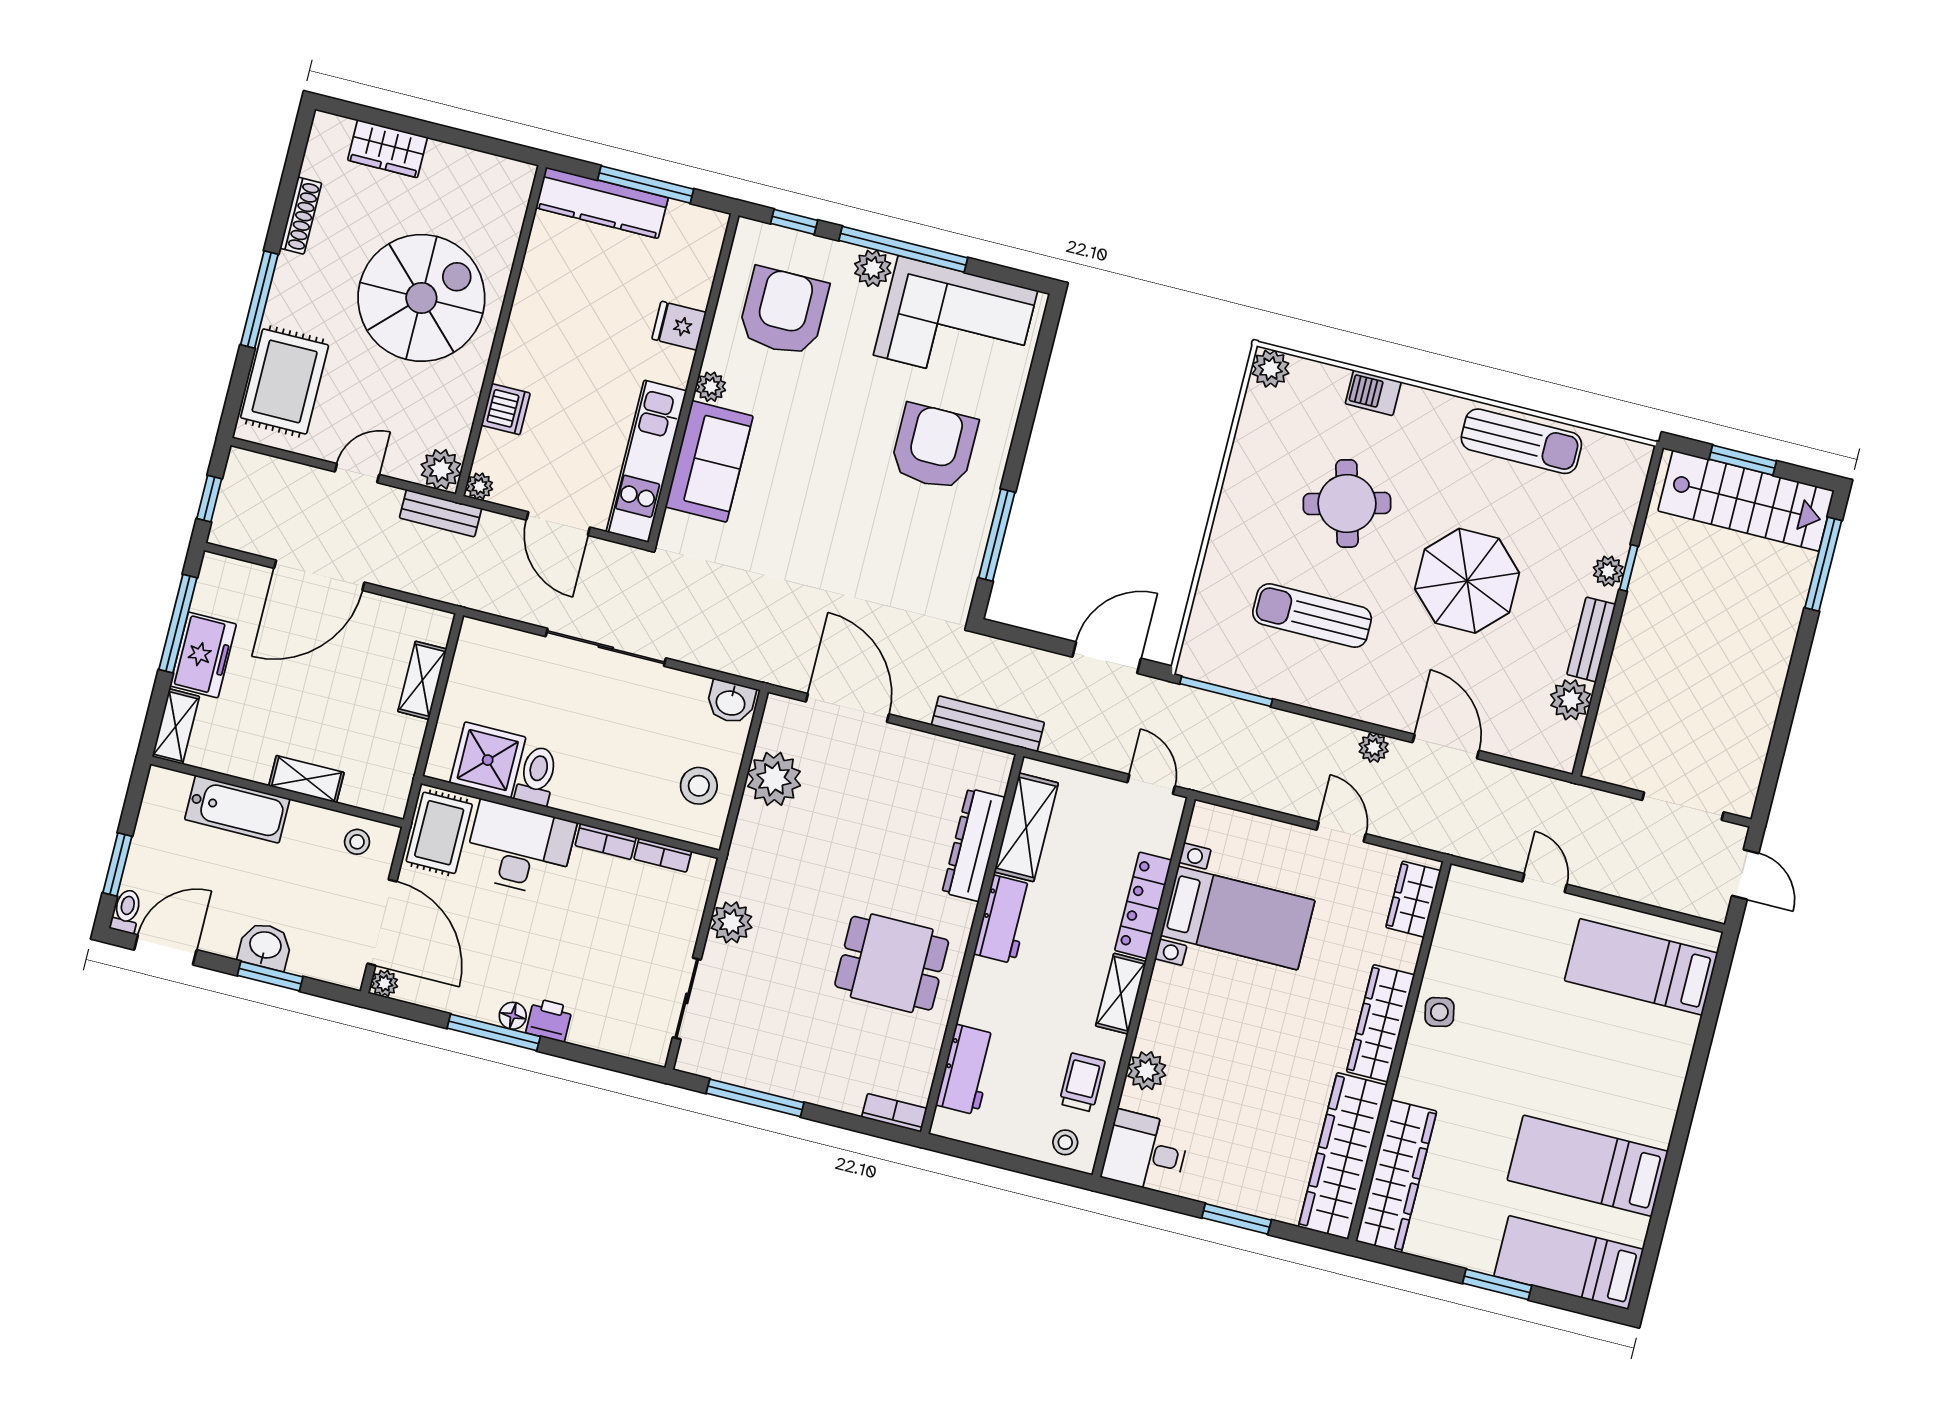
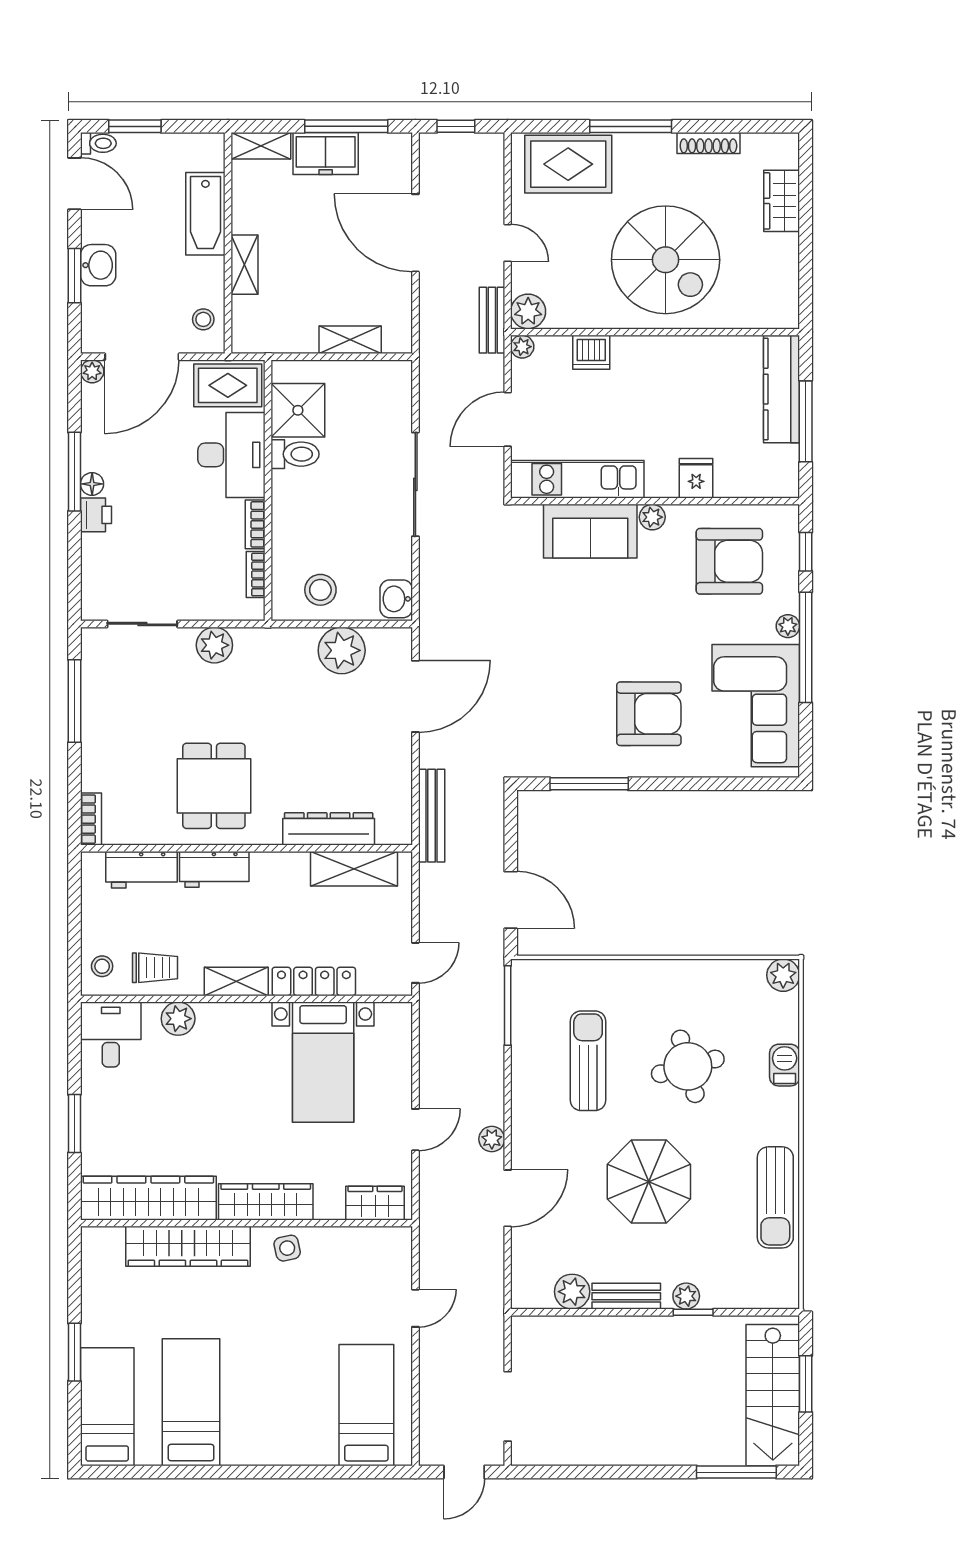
plant: (873, 268) -> (788, 626), width x0.73, depth x0.73
workbench: (1004, 919) -> (214, 869), moved
wardrobe: (1396, 1176) -> (188, 1246), moved

